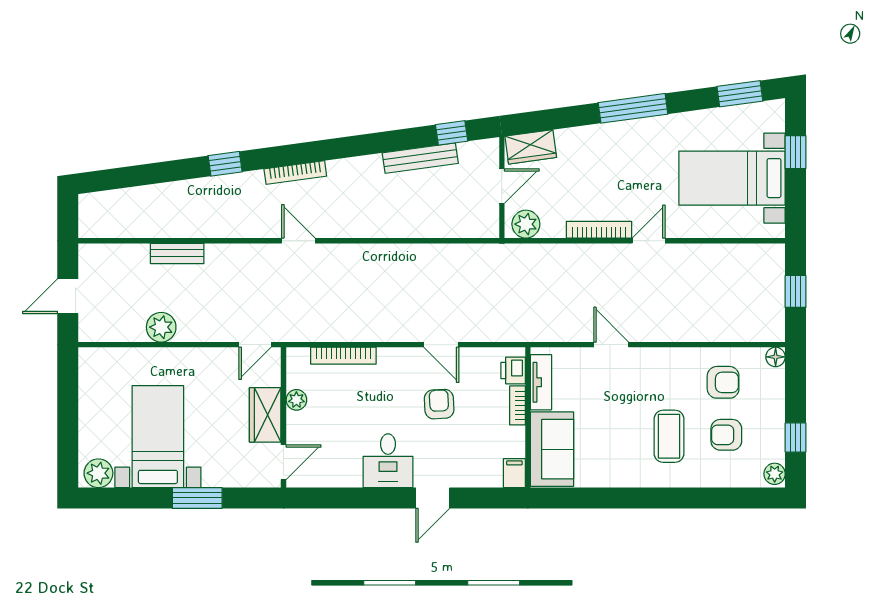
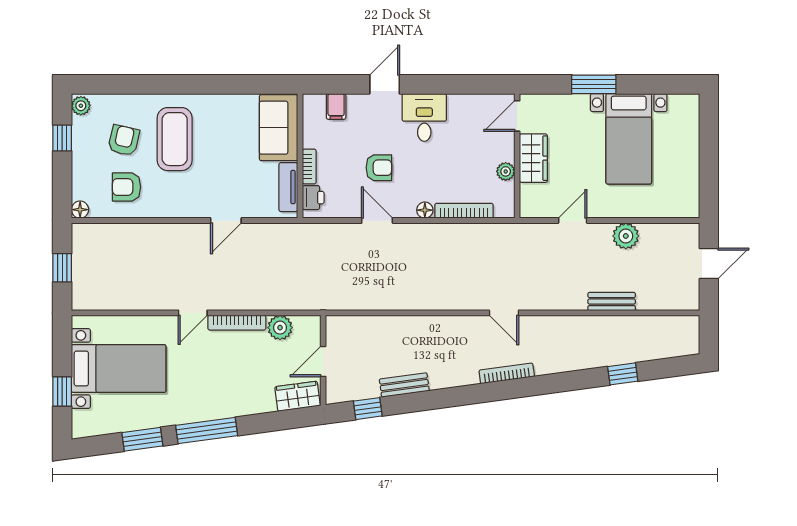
window: (740, 94) -> (142, 439), moved
bench: (420, 158) -> (404, 385), width x0.73
window: (225, 164) -> (623, 374), moved
plant: (526, 224) -> (280, 328), moved
door: (255, 345) -> (573, 221), moved
door: (611, 345) -> (226, 221), hinge flipped
floor lamp: (387, 356) -> (425, 210), added
armchair: (439, 404) -> (379, 168), turned -87
armchair: (726, 435) -> (124, 140), turned -77
coffee table: (669, 436) -> (175, 139), width x1.36, depth x1.32
plant: (98, 473) -> (682, 106), removed
filing cabinet: (514, 473) -> (336, 106), moved

